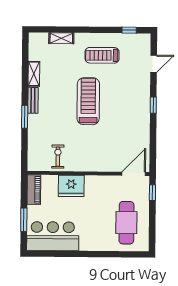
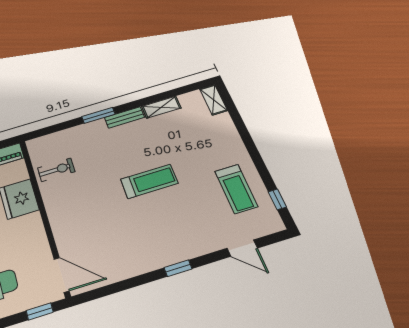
shelving: (61, 38) -> (213, 100), moved
treadmill: (102, 55) -> (236, 189), moved, turned 180
treadmill: (88, 101) -> (149, 181), width x0.73, depth x0.73

